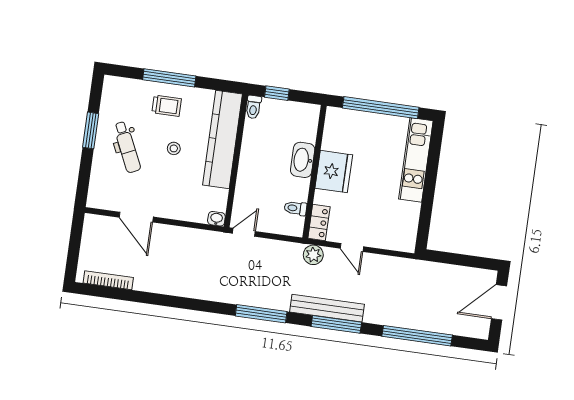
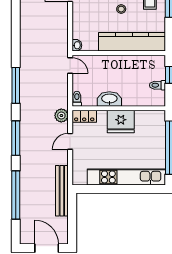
toilet: (253, 107) -> (157, 85), moved
washbasin: (303, 160) -> (109, 99), moved
kitchen unit: (416, 160) -> (126, 177), width x1.36
toilet: (295, 208) -> (77, 99), moved
bench: (327, 308) -> (62, 191), moved

